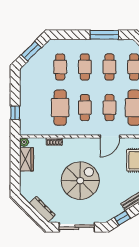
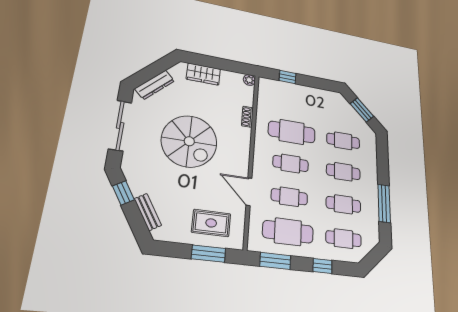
wardrobe: (26, 159) -> (203, 74), moved

